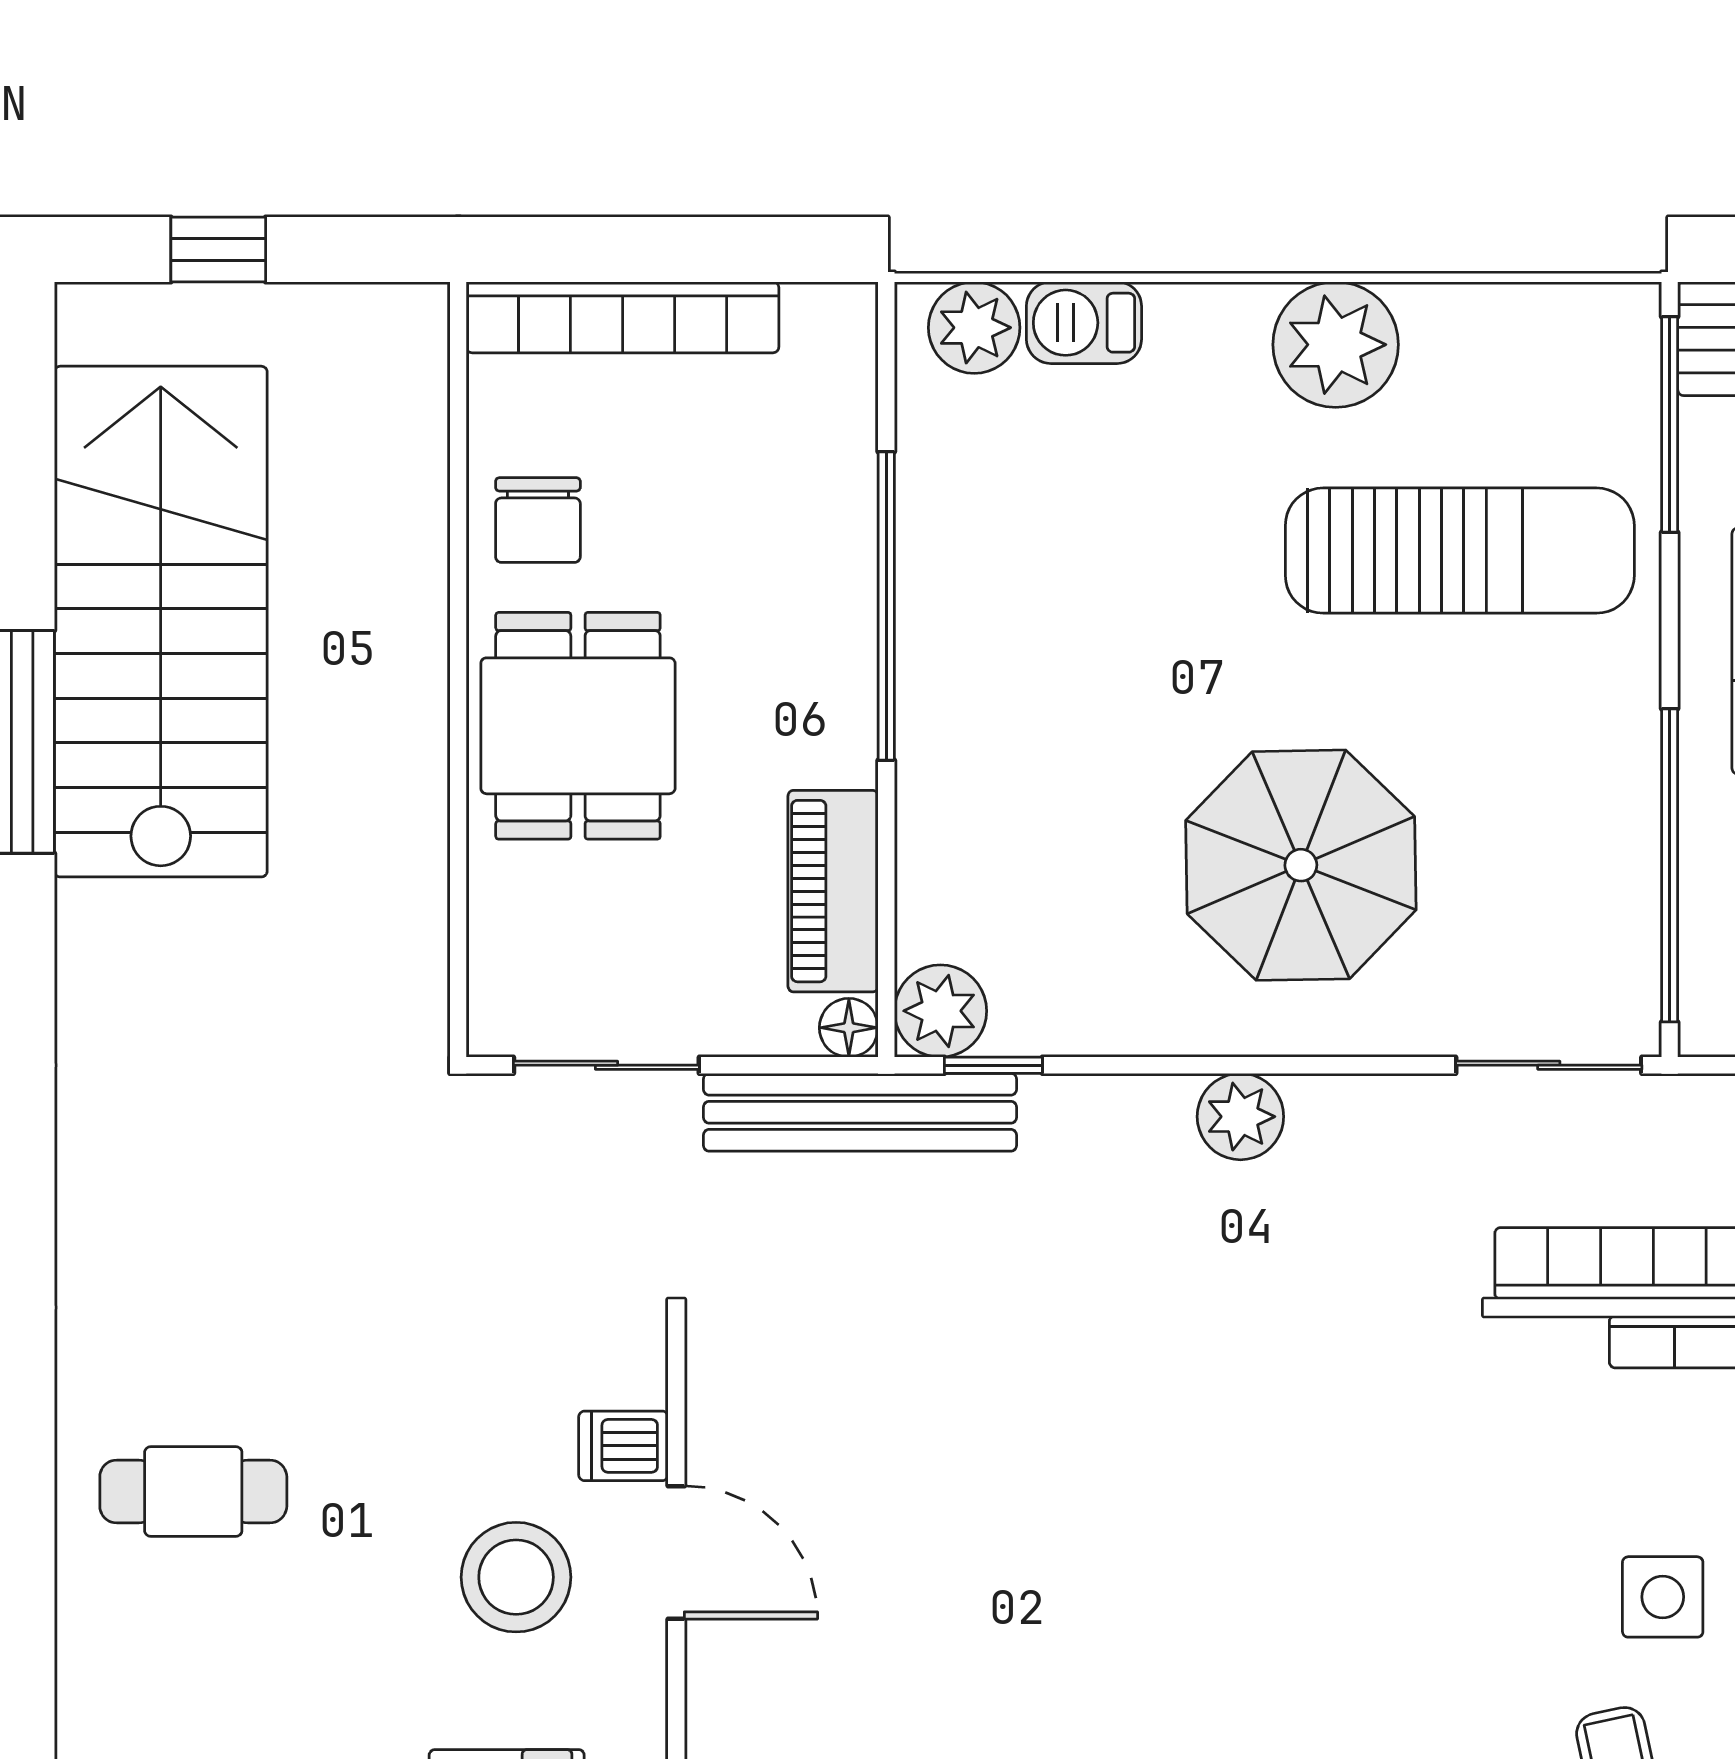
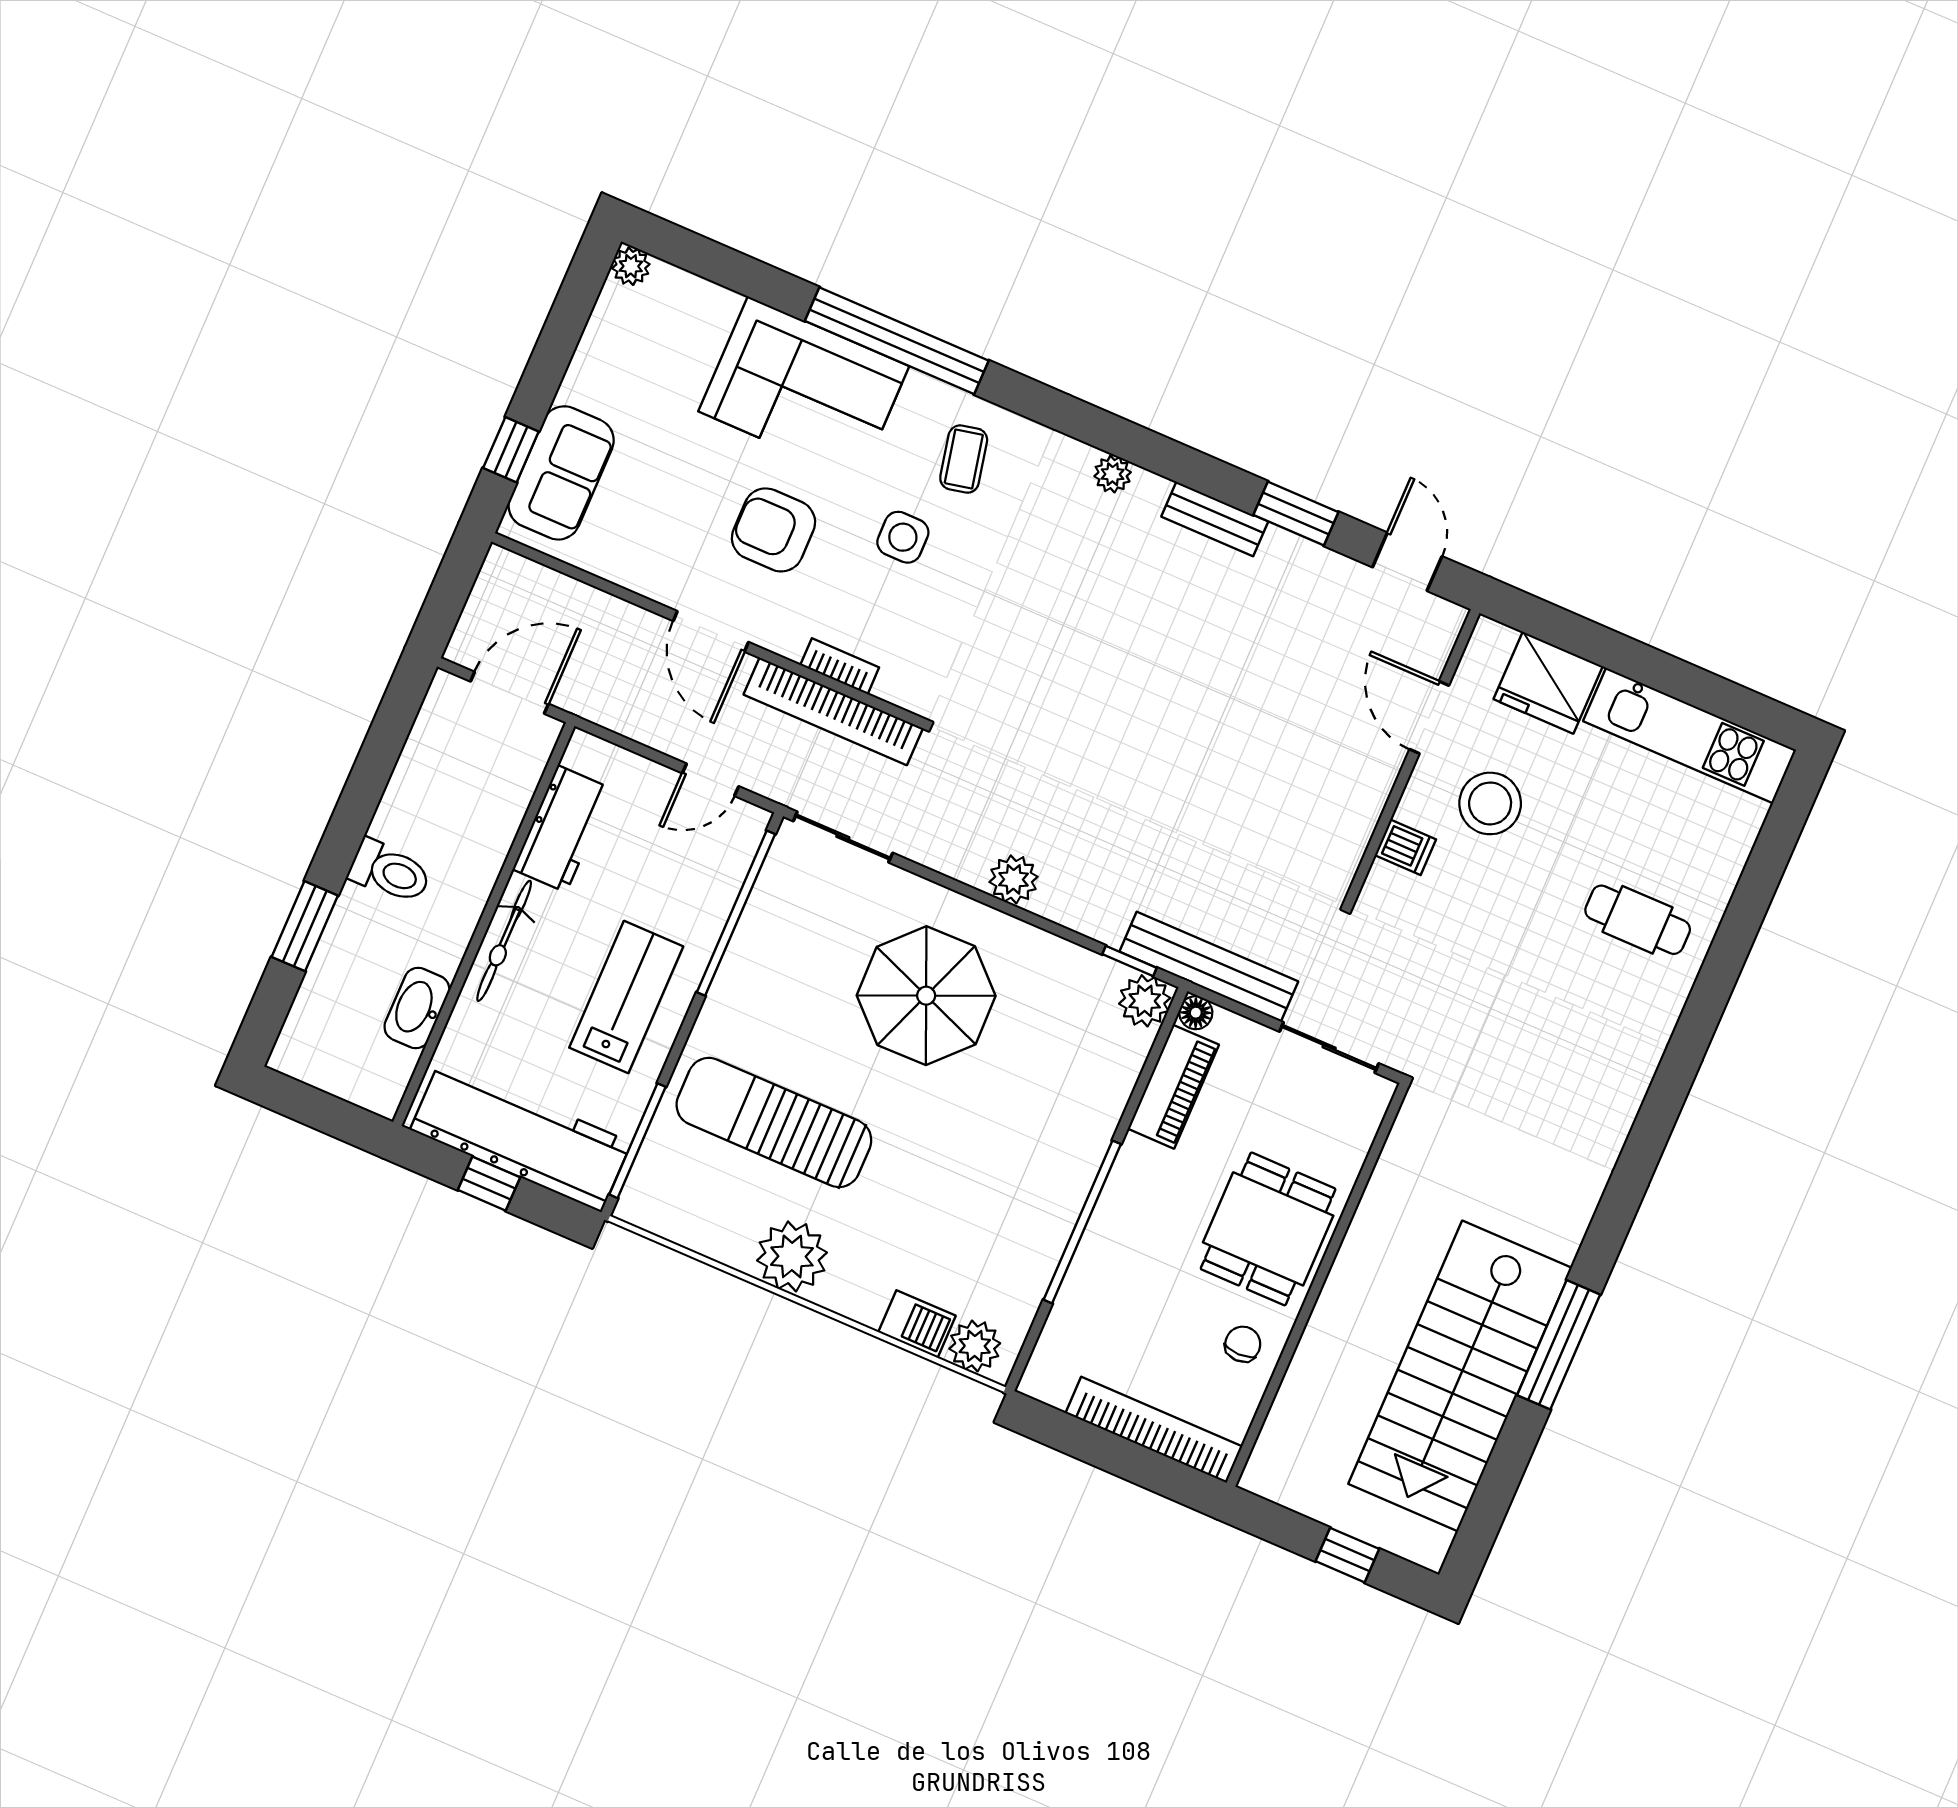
chair: (538, 520) -> (1243, 1344), width x0.73, depth x0.73
door: (676, 1552) -> (1429, 717), moved

